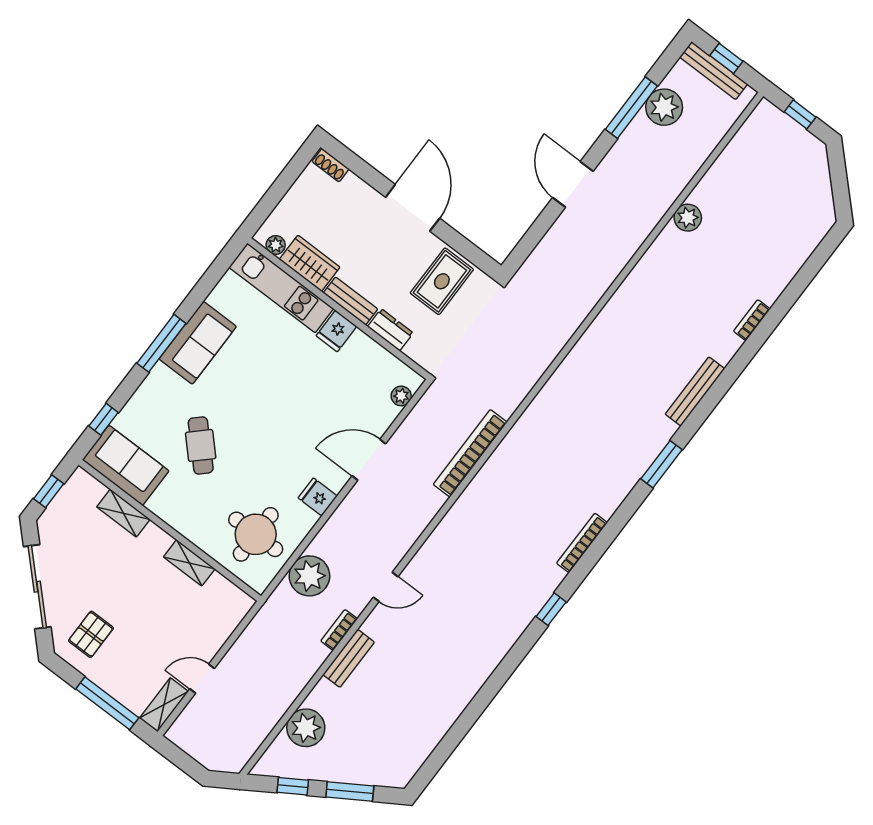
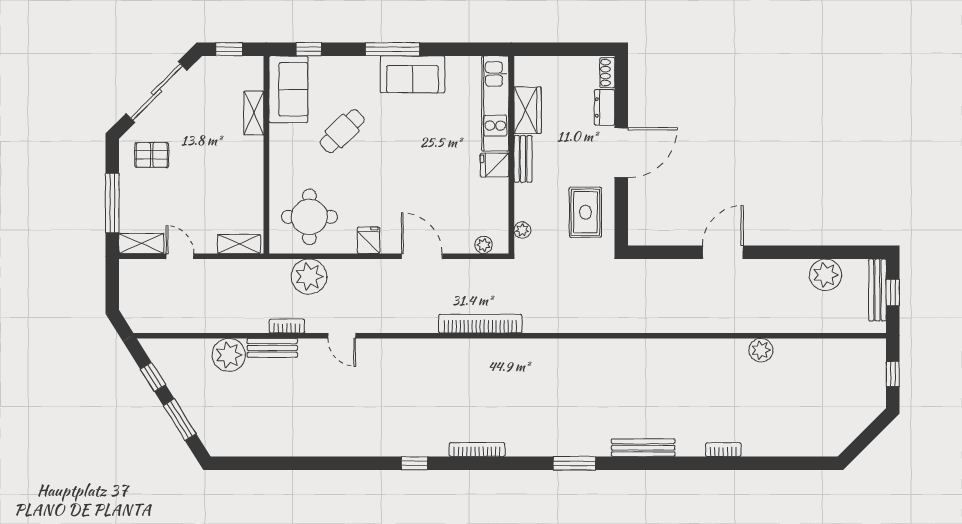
window: (631, 108) -> (808, 252), removed
plant: (276, 245) -> (522, 230), moved
rug: (442, 281) -> (585, 212), turned 90
dresser: (390, 330) -> (605, 107), moved, turned 180
shelving: (189, 563) -> (239, 244), moved, turned 90
plant: (306, 728) -> (229, 355), moved

